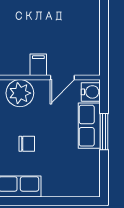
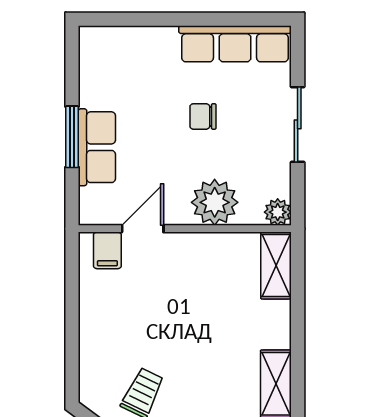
filing cabinet: (38, 65) -> (107, 250), moved
water cooler: (91, 92) -> (94, 204), removed

